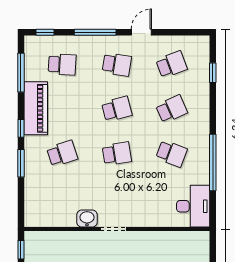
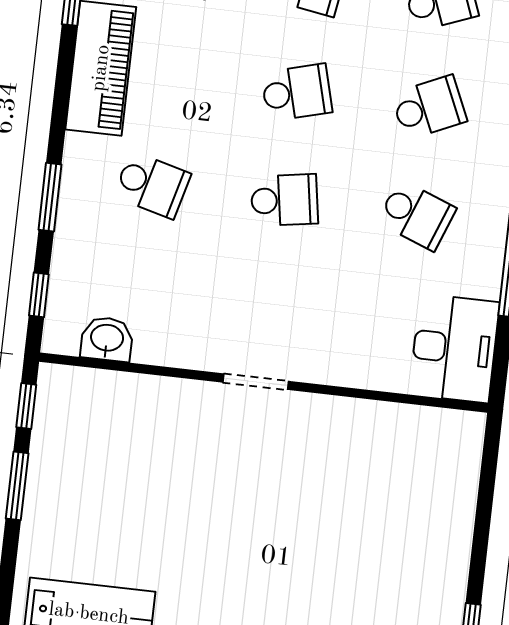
window: (21, 128) -> (39, 295), moved
school desk: (62, 154) -> (152, 185), turned 33
washbasin: (87, 219) -> (107, 339), moved

